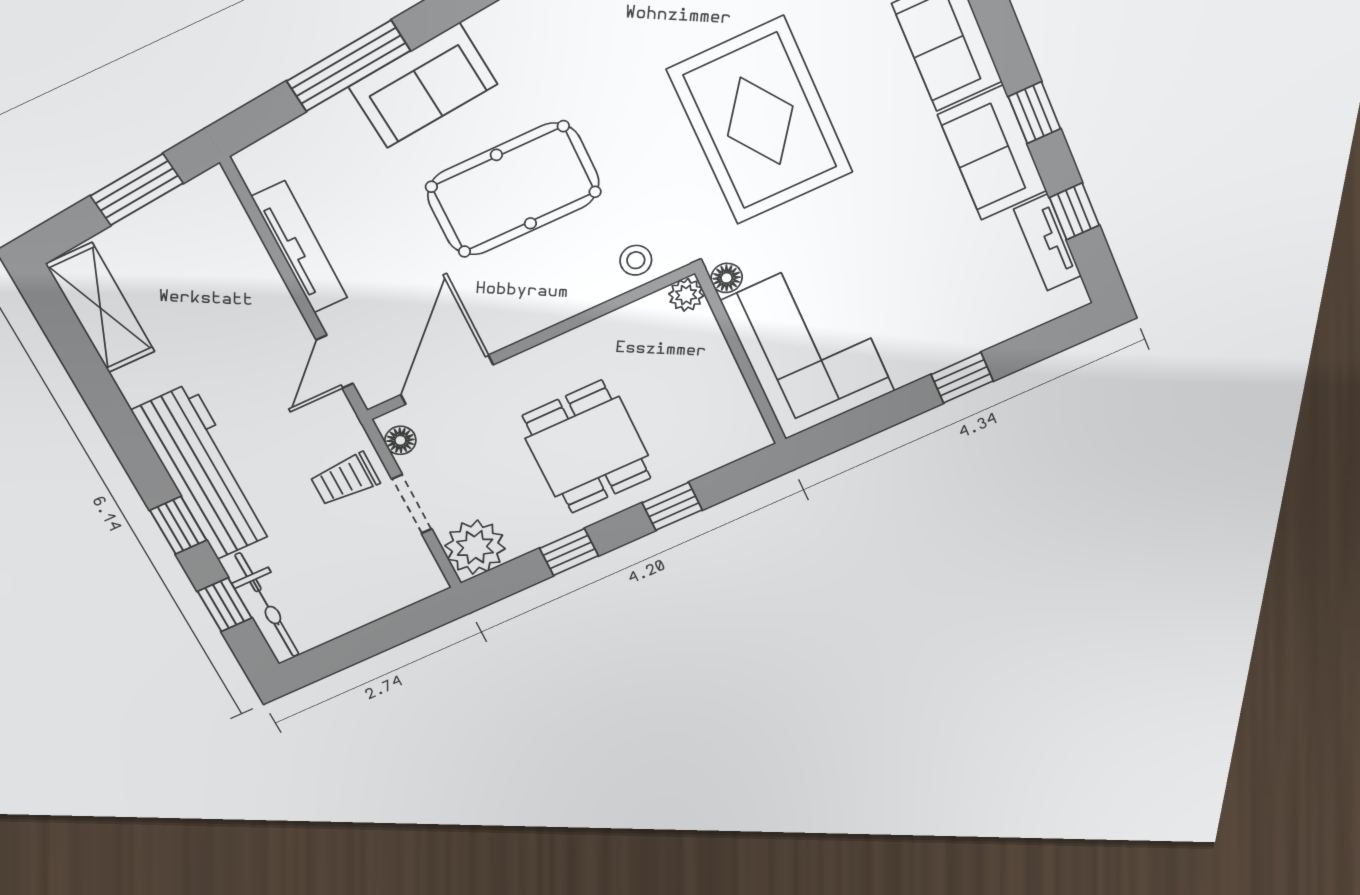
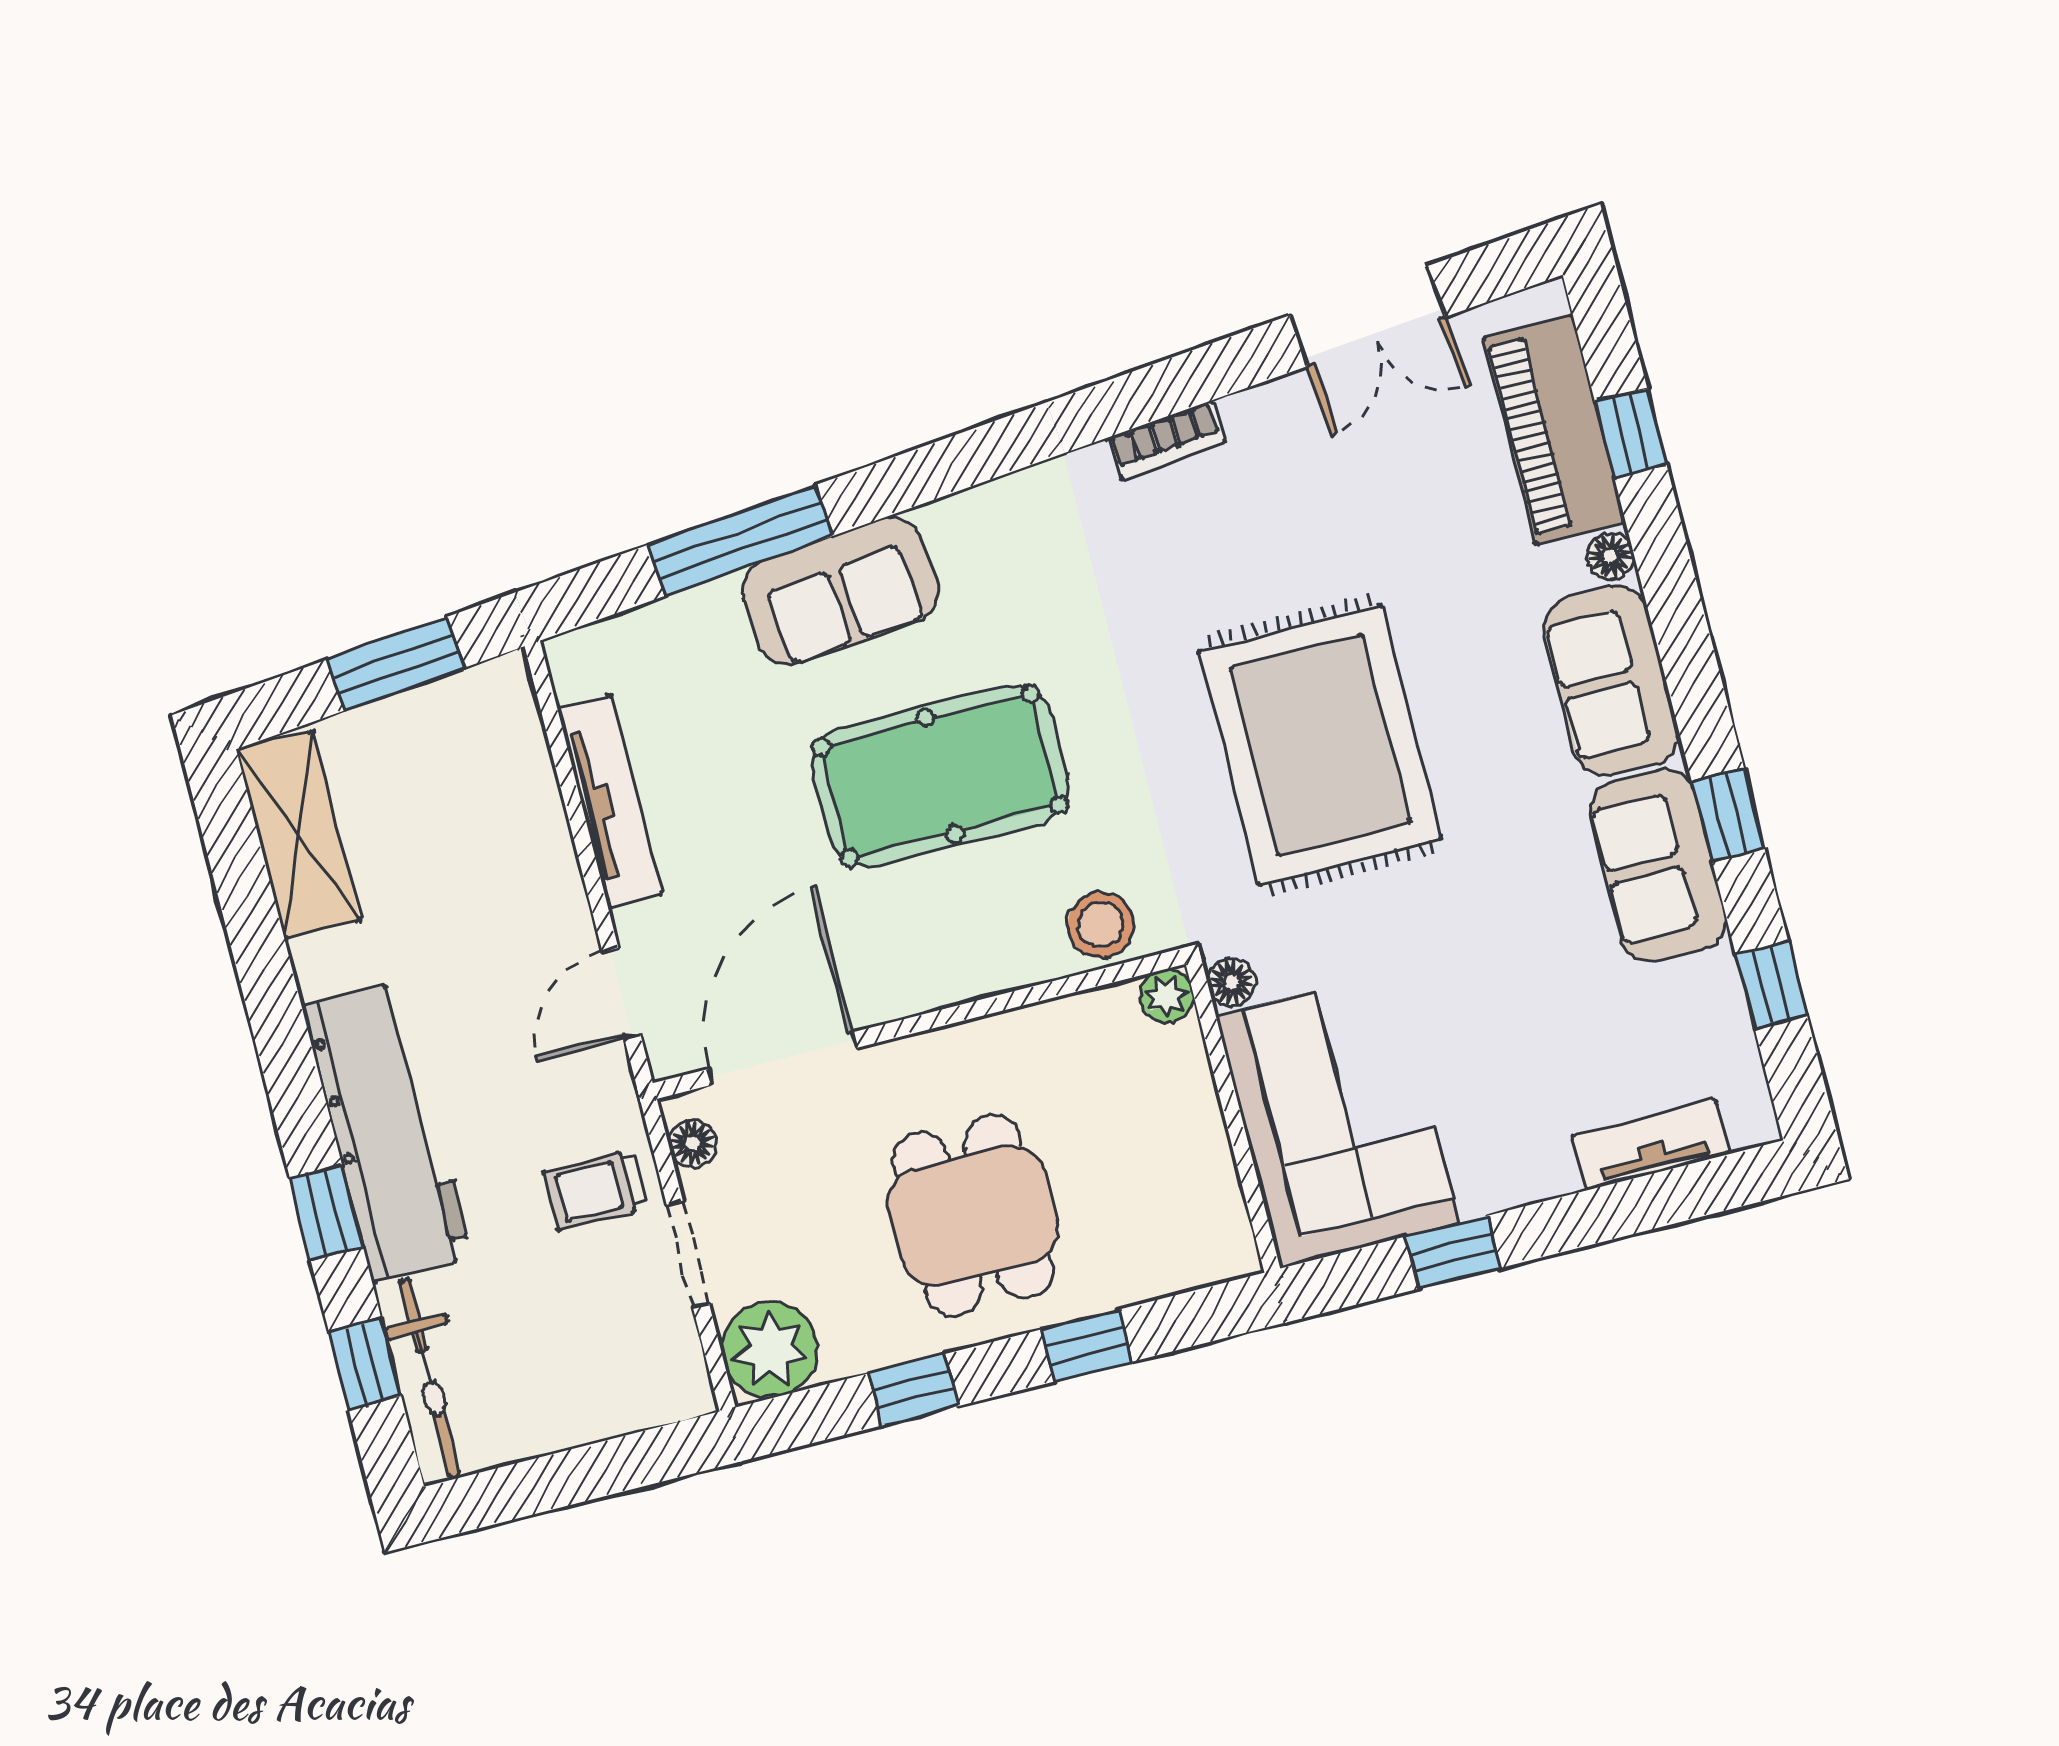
tv unit: (1048, 243) -> (1651, 1145), moved, turned 90
stool: (636, 260) -> (1101, 925), width x1.37, depth x1.37
window: (962, 378) -> (1453, 1252), moved

